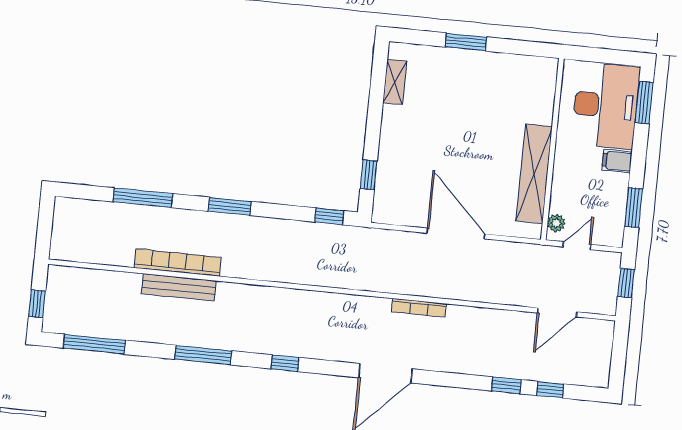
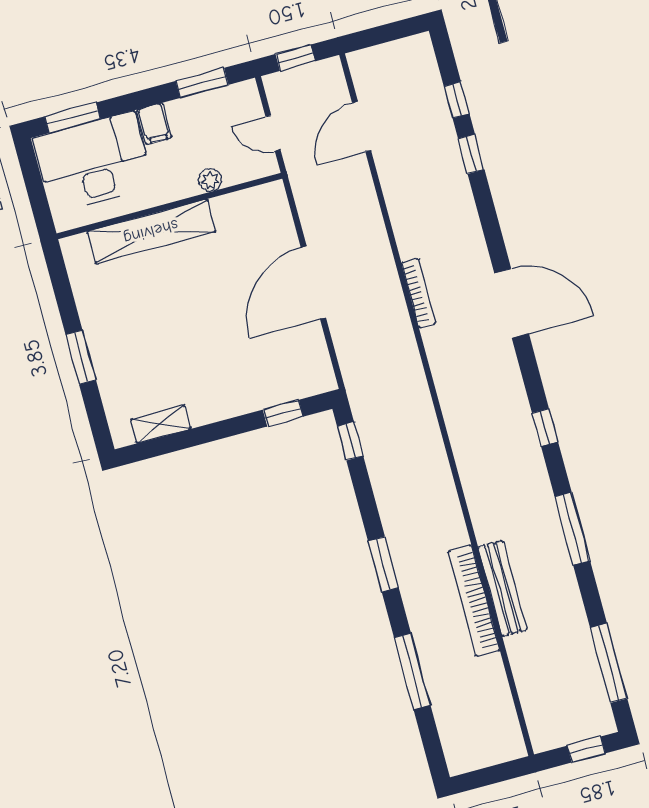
shelving: (534, 174) -> (151, 232), moved
plant: (556, 223) -> (210, 180), moved
door: (557, 312) -> (362, 126), swing flipped

